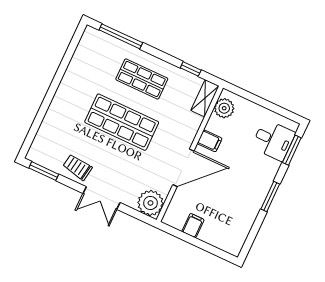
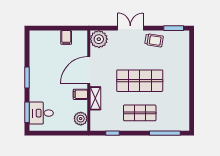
shelving: (205, 98) -> (95, 98), moved

